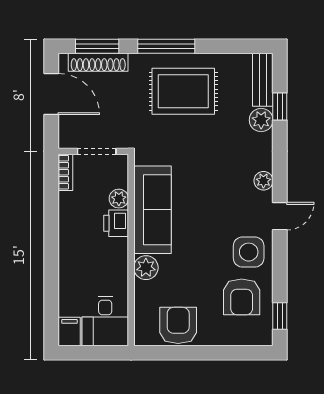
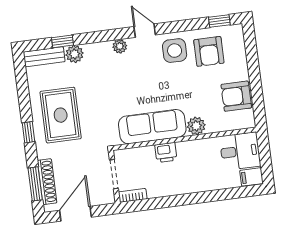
window: (166, 46) -> (28, 132), width x0.46
plant: (119, 199) -> (147, 153), removed
armchair: (242, 297) -> (209, 51), turned 90

